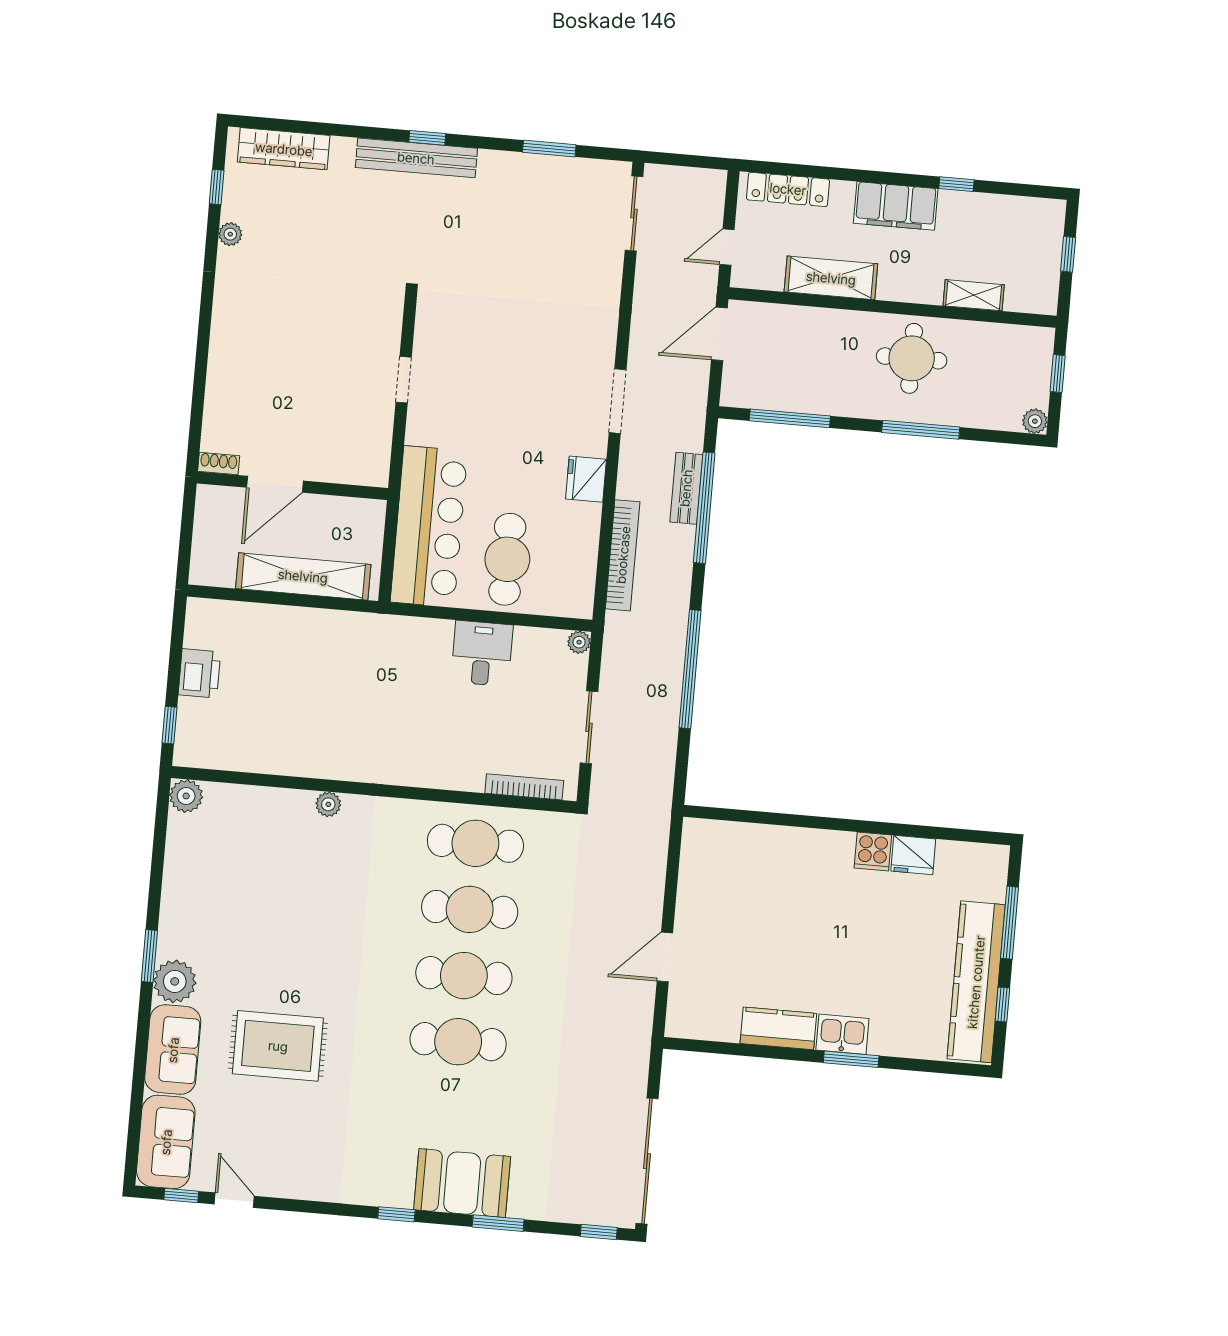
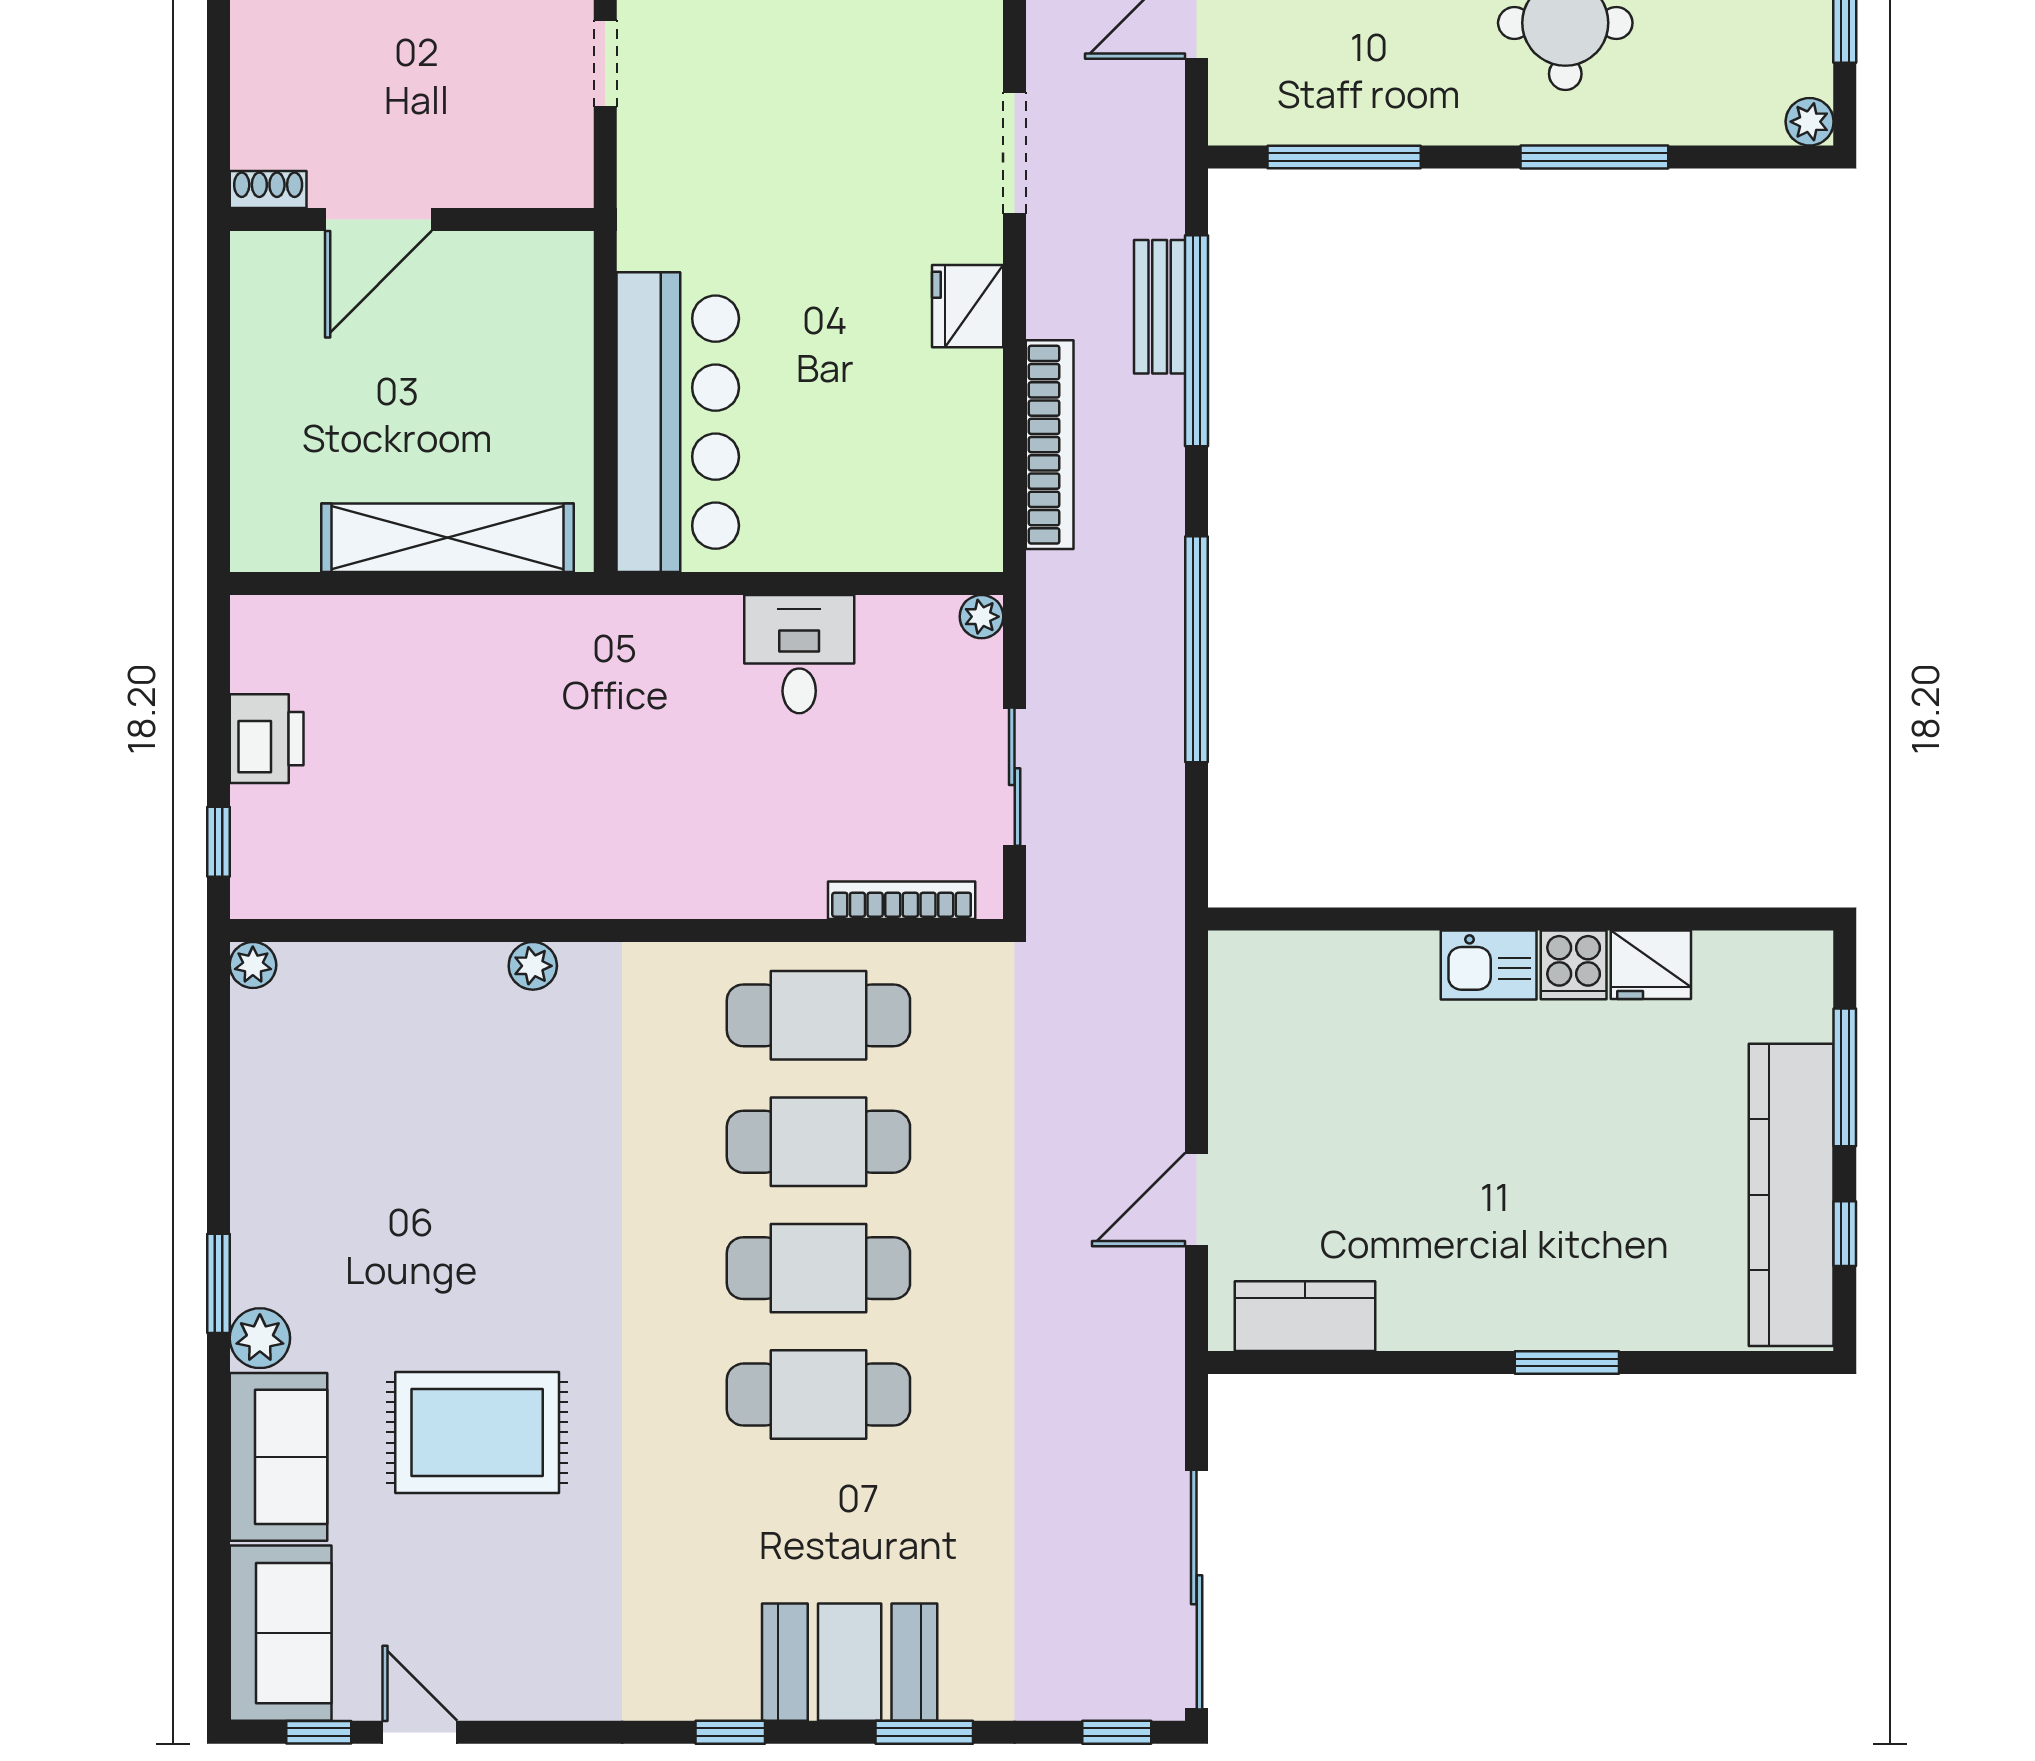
doorway: (404, 380) -> (605, 64), moved
shoe rack: (219, 463) -> (268, 190), moved
door: (275, 484) -> (378, 220), moved
wall: (292, 486) -> (412, 220), moved
cafe table: (507, 559) -> (832, 471), removed
plant: (186, 796) -> (253, 965), width x0.73, depth x0.73
plant: (175, 981) -> (260, 1338), width x0.73, depth x0.73
kitchen counter: (778, 1028) -> (1305, 1316), moved
kitchen sink: (842, 1034) -> (1489, 965), moved, turned 180

